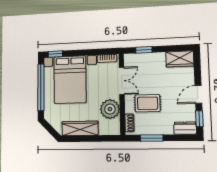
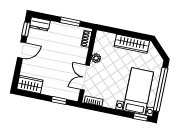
bed with nightstands: (70, 80) -> (138, 91), width x0.73
rug: (148, 103) -> (67, 52), removed
plant: (110, 109) -> (96, 58), width x0.53, depth x0.53

